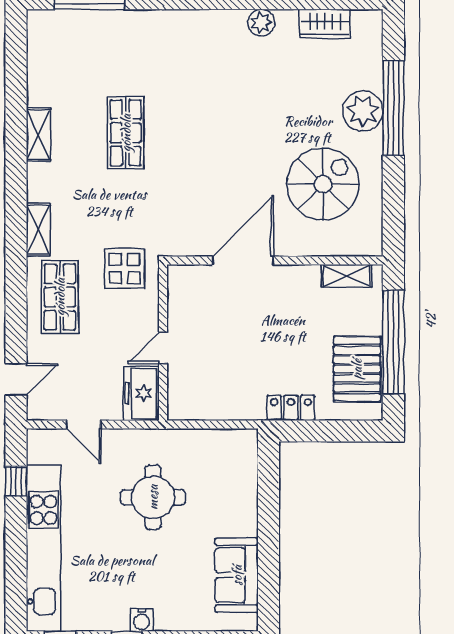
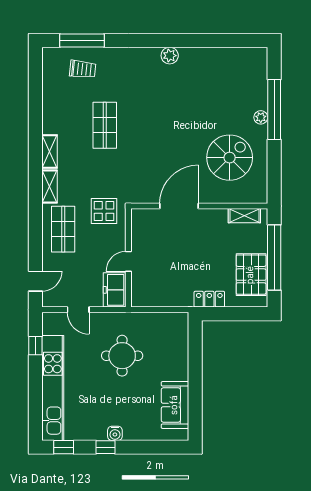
plant: (261, 23) -> (170, 56), moved
wardrobe: (325, 24) -> (231, 56), removed
trolley: (91, 44) -> (83, 69), added
plant: (363, 111) -> (261, 117), width x0.53, depth x0.53
shelving: (38, 135) -> (50, 152), moved

